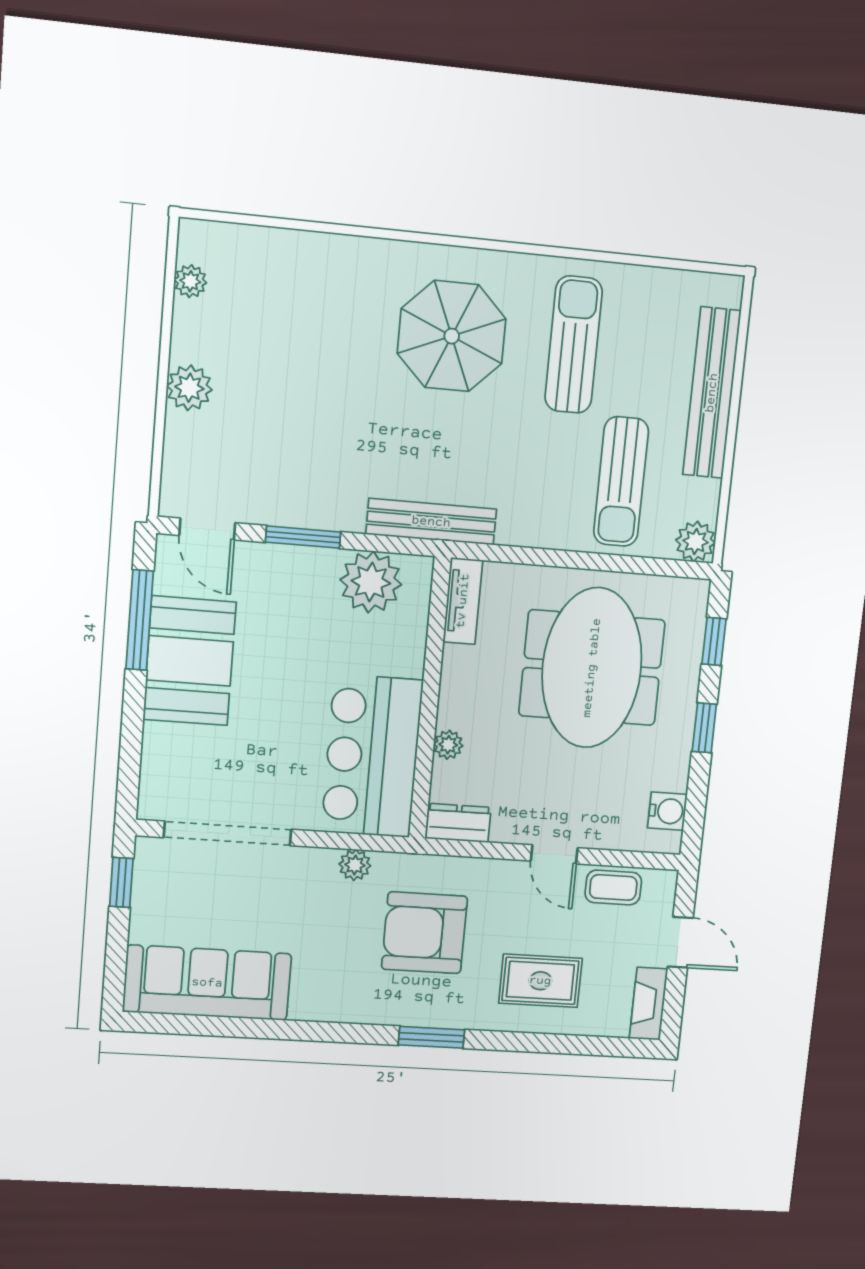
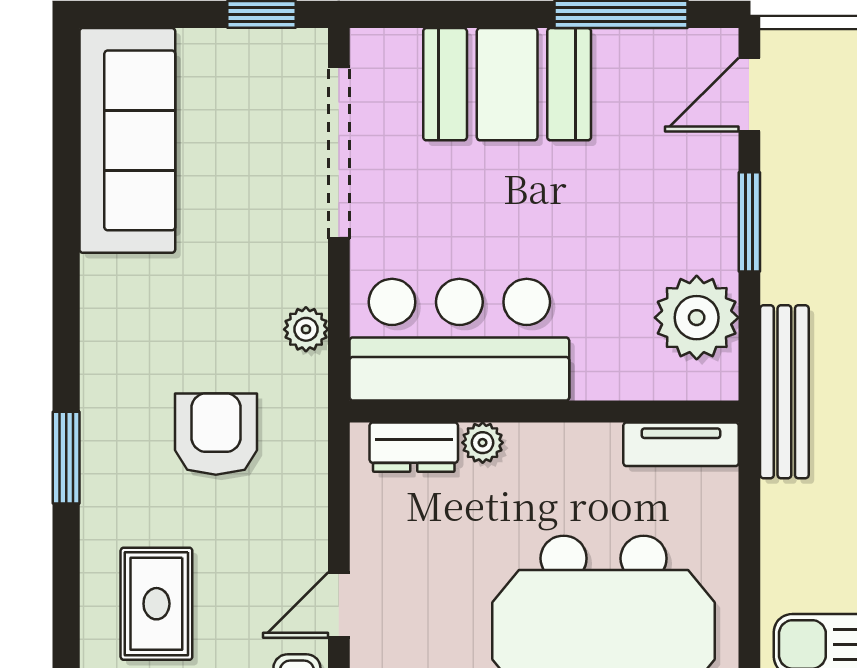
booth: (190, 661) -> (507, 84), moved
dresser: (458, 823) -> (414, 447), moved, turned 90
armchair: (424, 933) -> (216, 434), width x0.73, depth x0.73

